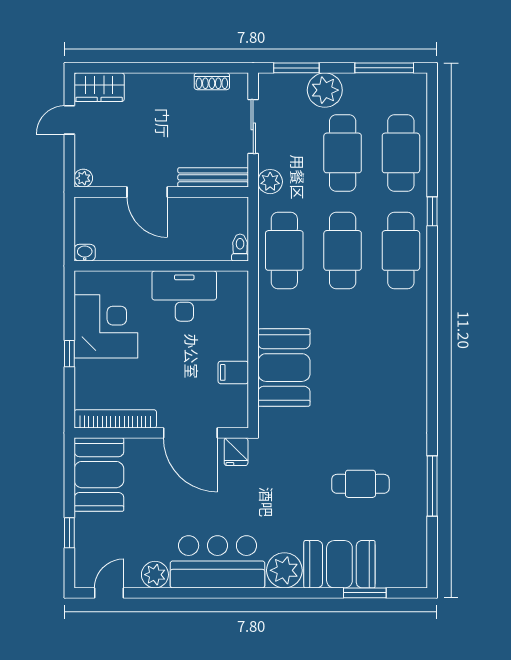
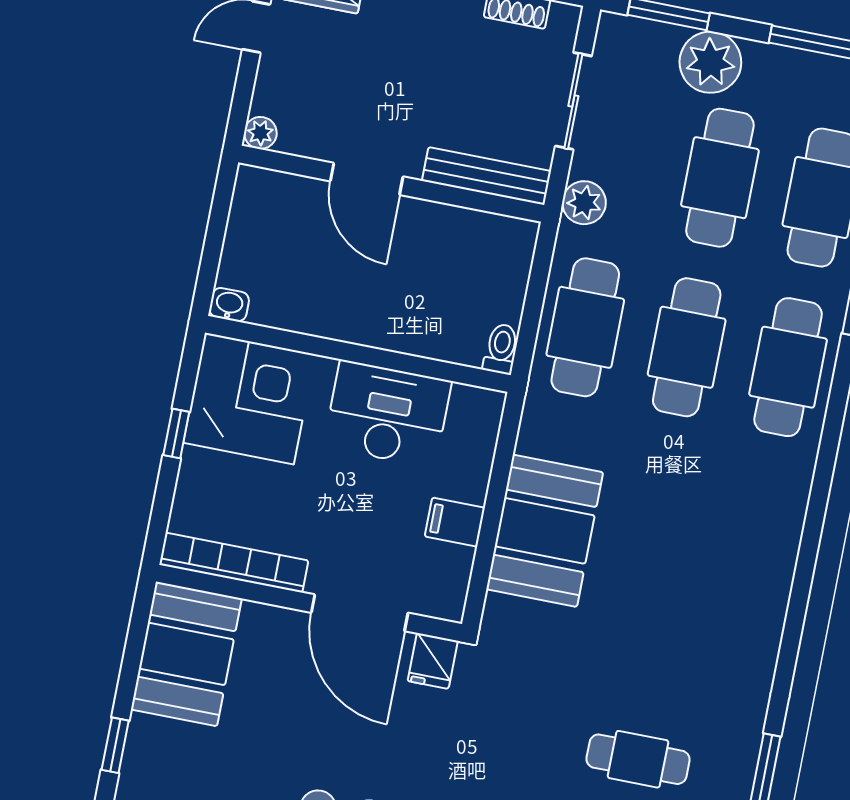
toilet: (240, 248) -> (501, 349), moved
washbasin: (85, 253) -> (229, 305), moved
wall: (161, 266) -> (358, 354), moved
desk: (184, 296) -> (388, 414), moved

